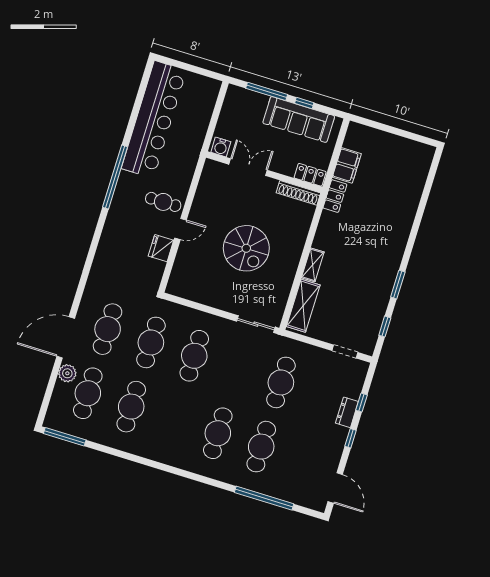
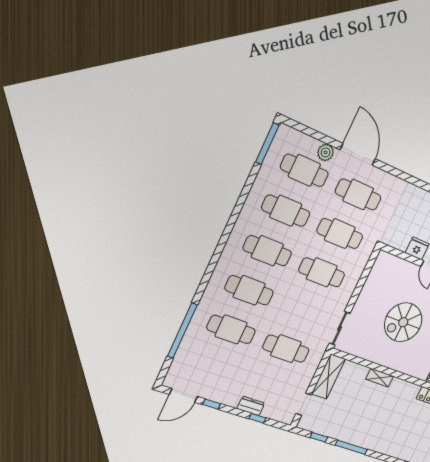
window: (398, 285) -> (351, 447), width x1.44
shelving: (303, 306) -> (328, 377), moved, turned 90
cafe table: (175, 420) -> (267, 251), added
window: (350, 438) -> (212, 404), moved

